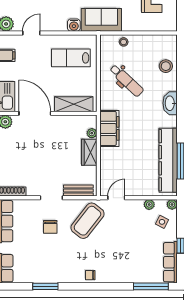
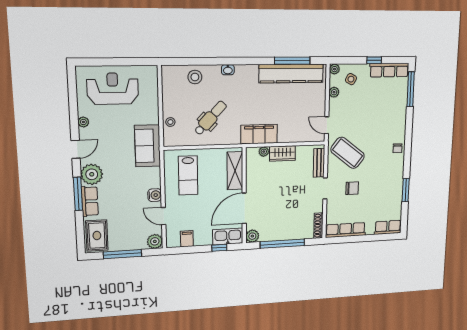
water cooler: (74, 25) -> (155, 195), moved
washbasin: (170, 103) -> (228, 70), width x0.52, depth x0.69

